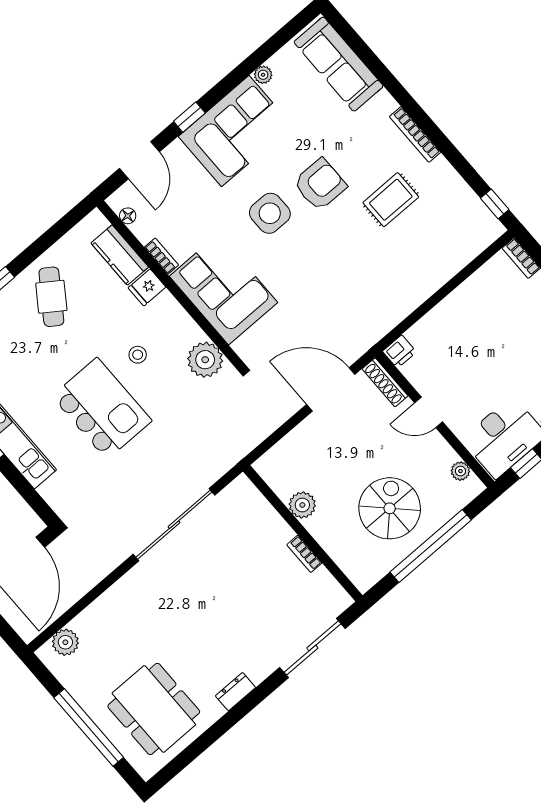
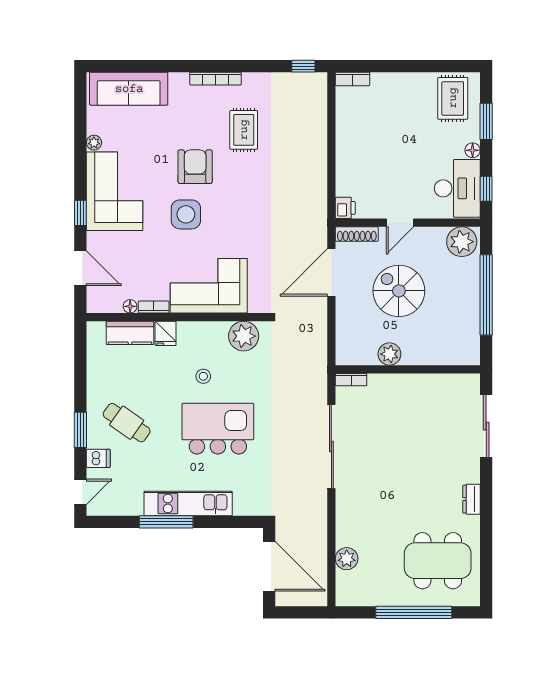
floor lamp: (128, 216) -> (130, 306), moved
cafe table: (51, 297) -> (127, 423), moved
plant: (460, 471) -> (462, 242), width x1.88, depth x1.88
spiral stairs: (390, 508) -> (399, 291), moved
bookcase: (304, 554) -> (351, 380), moved
plant: (65, 642) -> (347, 559), moved

